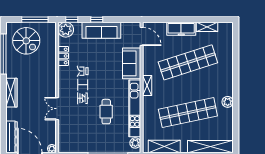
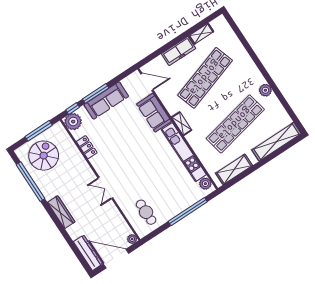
window: (97, 20) -> (96, 93), width x2.17
spiral stairs: (26, 41) -> (44, 156), turned -90
double door: (57, 109) -> (105, 188), moved
cafe table: (106, 112) -> (146, 212), moved

